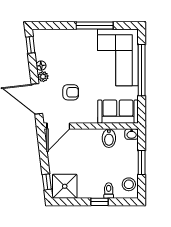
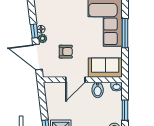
window: (30, 45) -> (34, 31), moved
window: (142, 70) -> (125, 33), width x0.68
door: (58, 126) -> (75, 80), moved

